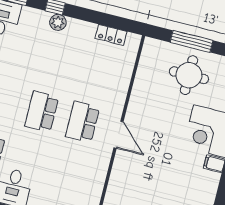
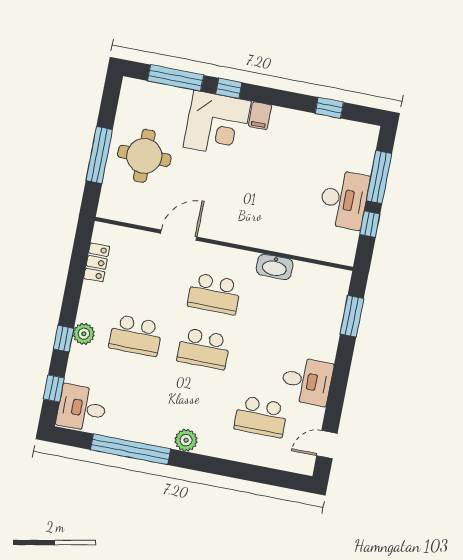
school desk: (55, 61) -> (136, 335), added
door: (119, 135) -> (179, 235), moved
washbasin: (100, 168) -> (275, 267), added

